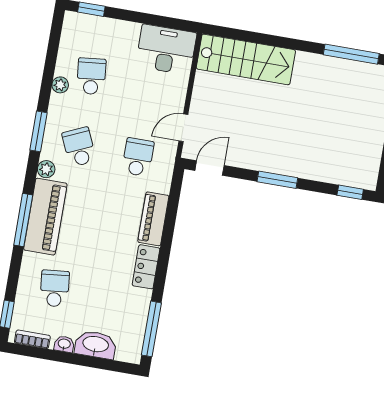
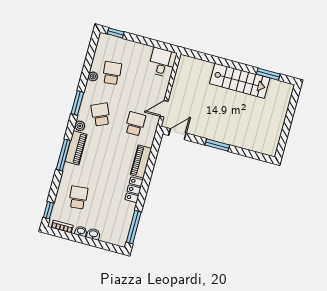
desk: (166, 50) -> (162, 62), width x0.73
window: (351, 54) -> (268, 74), width x0.69
stairs: (246, 59) -> (240, 81), moved
window: (350, 192) -> (260, 157), removed
piano: (45, 217) -> (76, 148), width x0.73, depth x0.75
washbasin: (96, 345) -> (93, 234), width x0.52, depth x0.69

